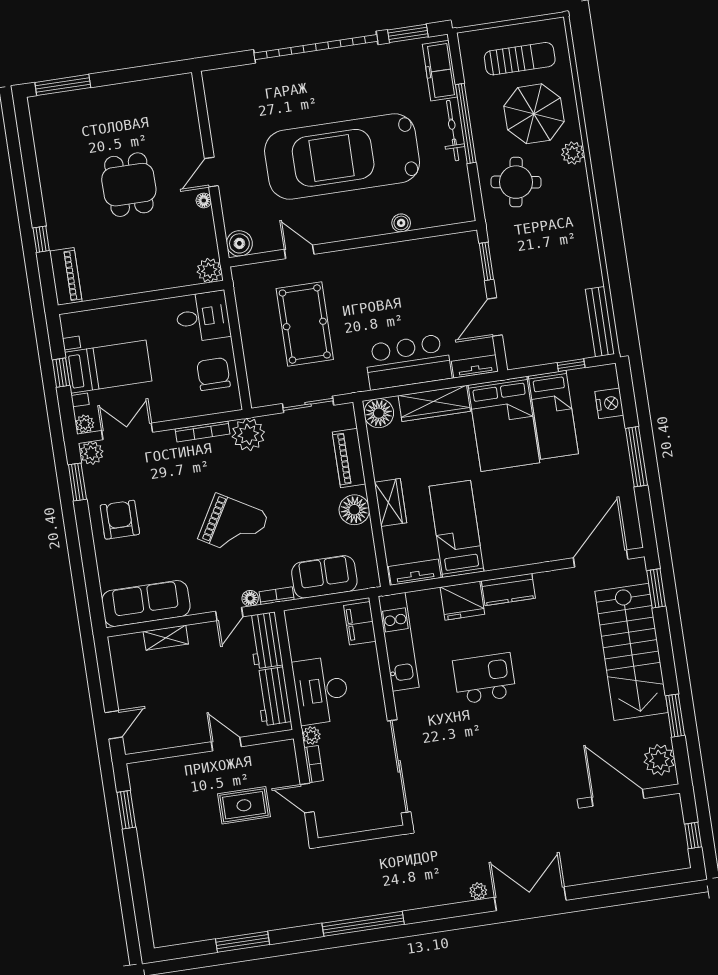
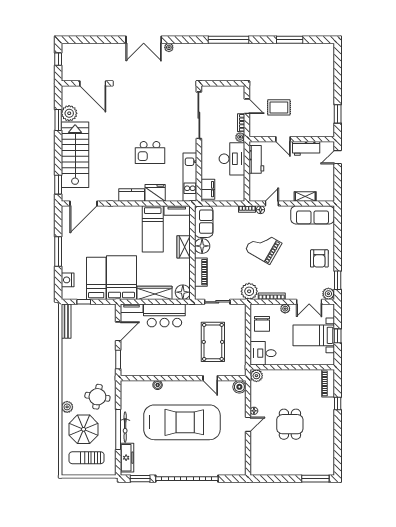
plant: (85, 424) -> (285, 309), moved
sofa: (324, 577) -> (204, 222), moved, turned -90
workbench: (265, 640) -> (306, 148), moved, turned 90
plant: (659, 760) -> (69, 113), moved

